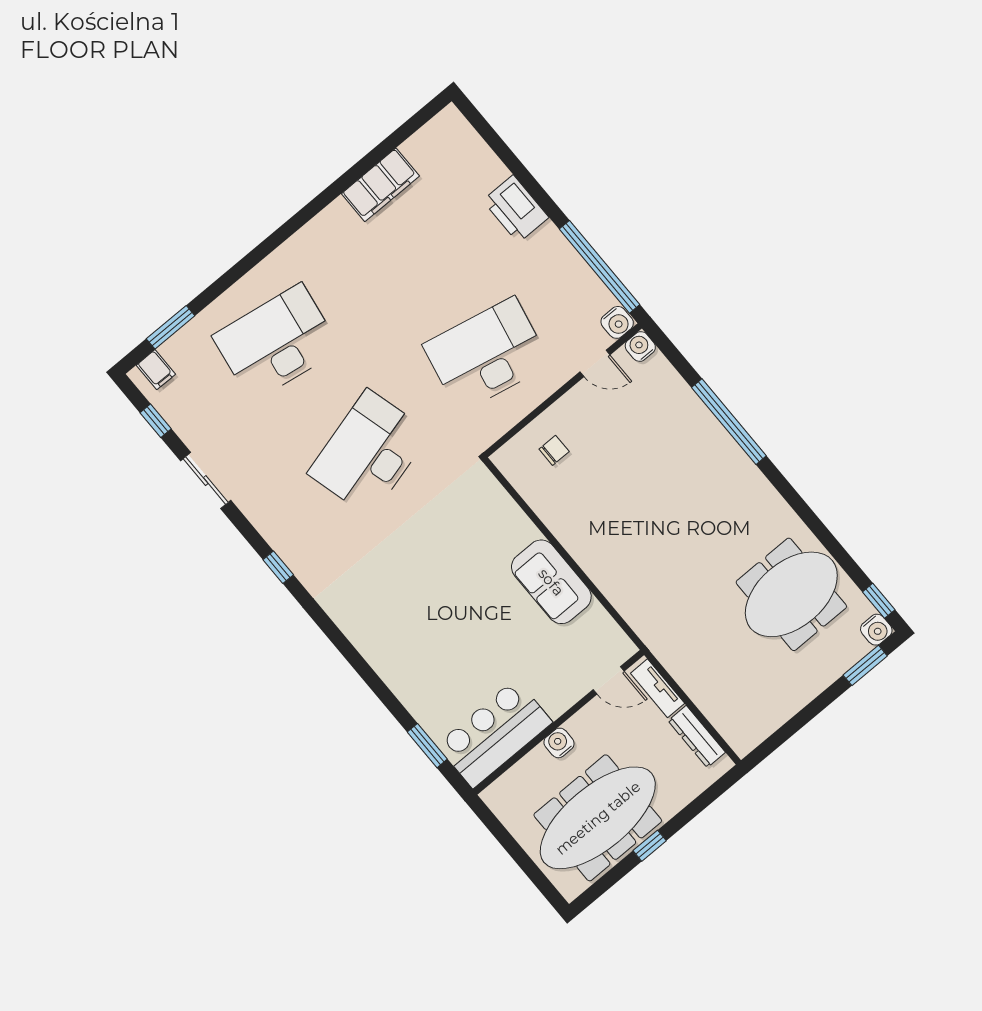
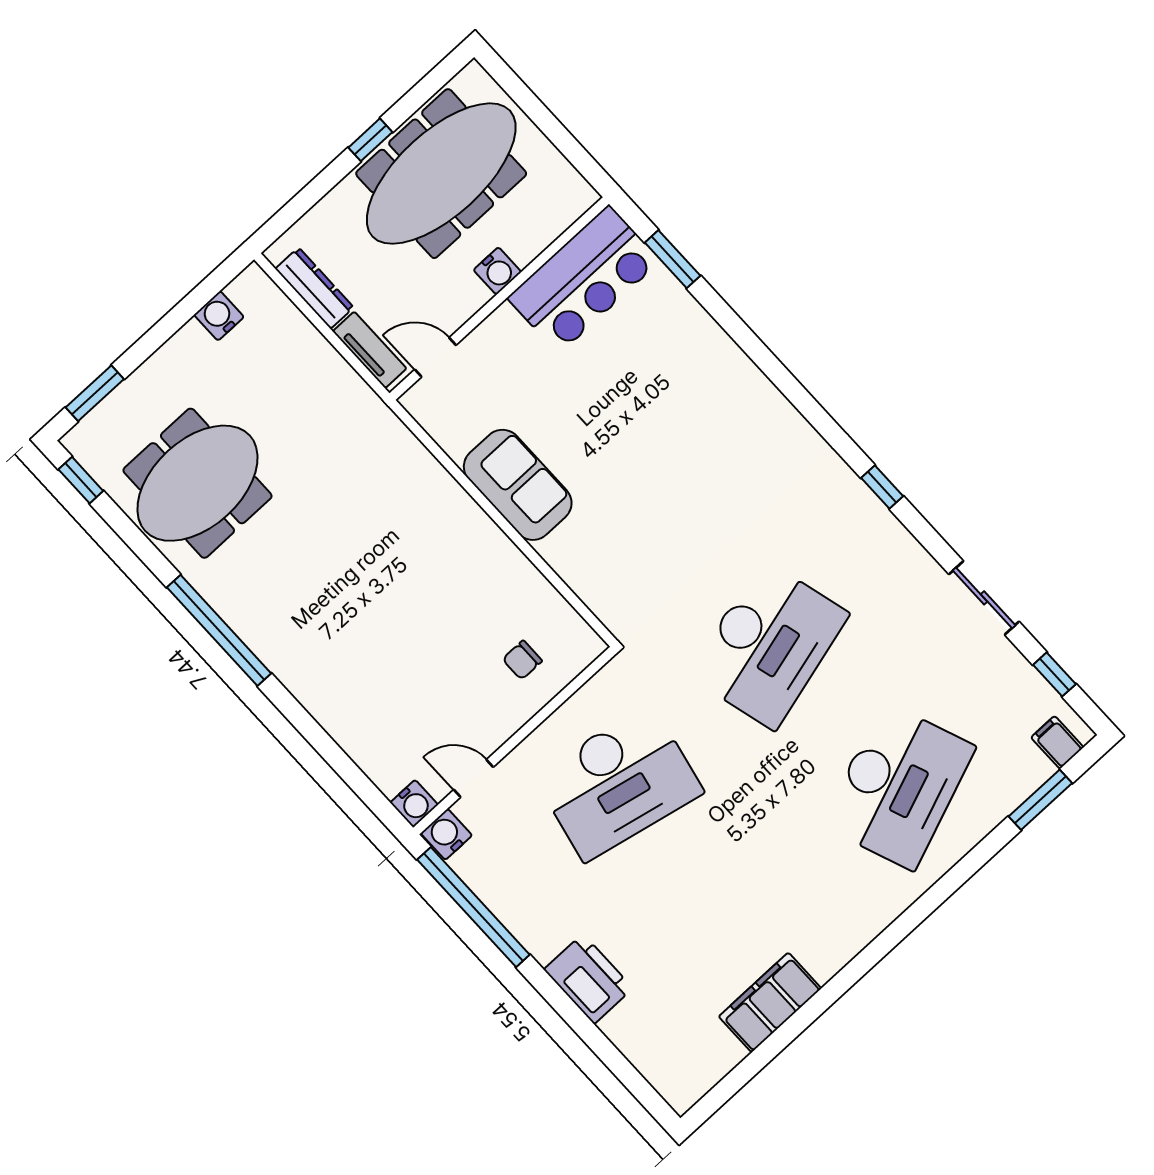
desk: (276, 343) -> (899, 786), turned -30
window: (729, 422) -> (219, 630), moved
water cooler: (876, 630) -> (219, 316), moved

